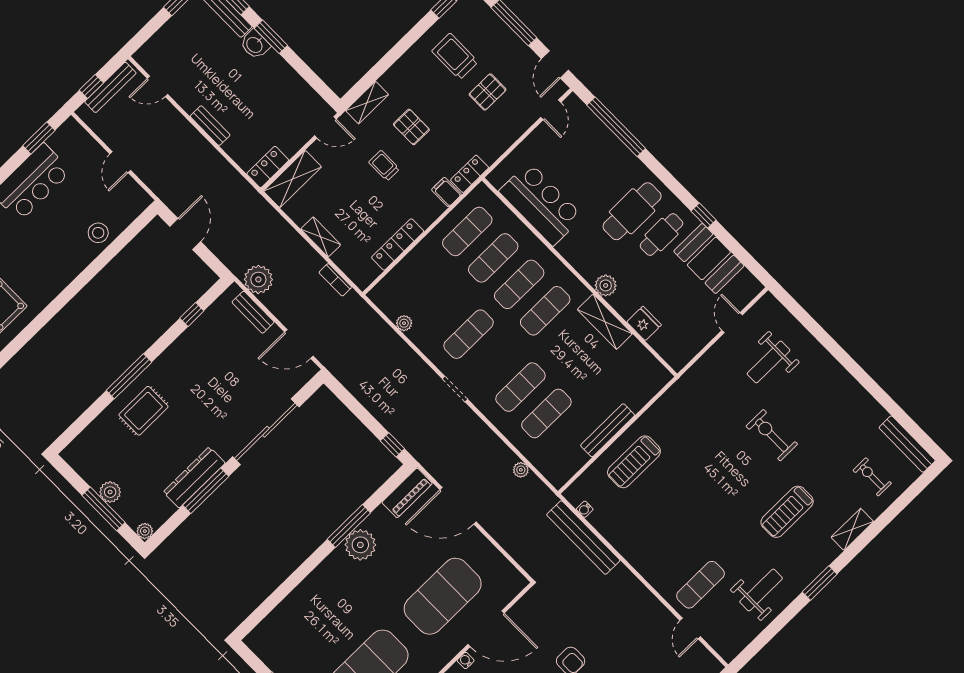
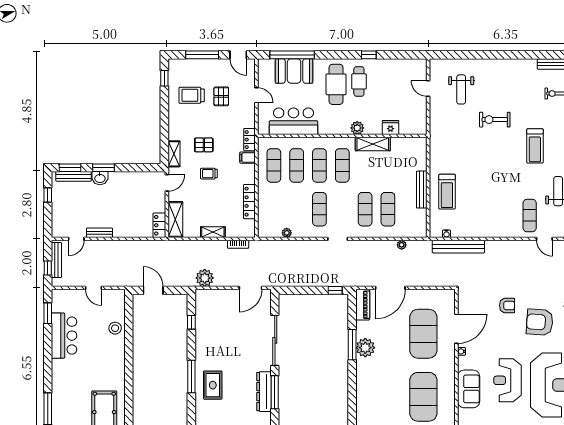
door: (551, 110) -> (256, 95), moved
bench: (210, 126) -> (100, 233), moved
booth: (709, 258) -> (294, 71), moved
bench: (253, 312) -> (217, 294), removed

